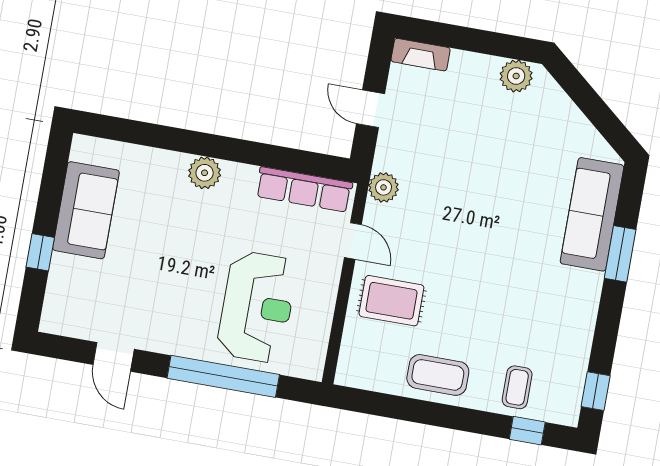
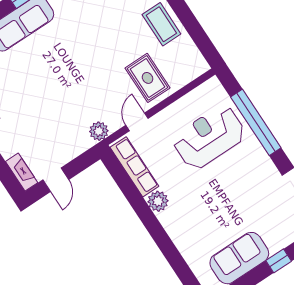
door: (371, 109) -> (56, 180), moved
plant: (205, 173) -> (158, 201), moved

